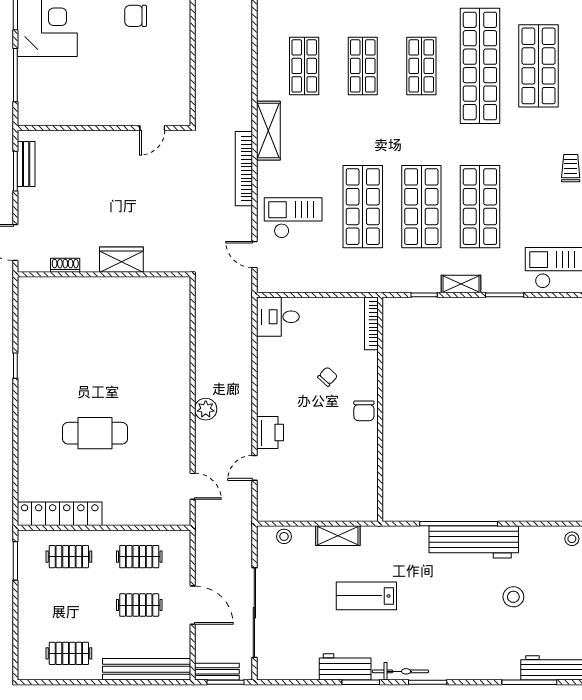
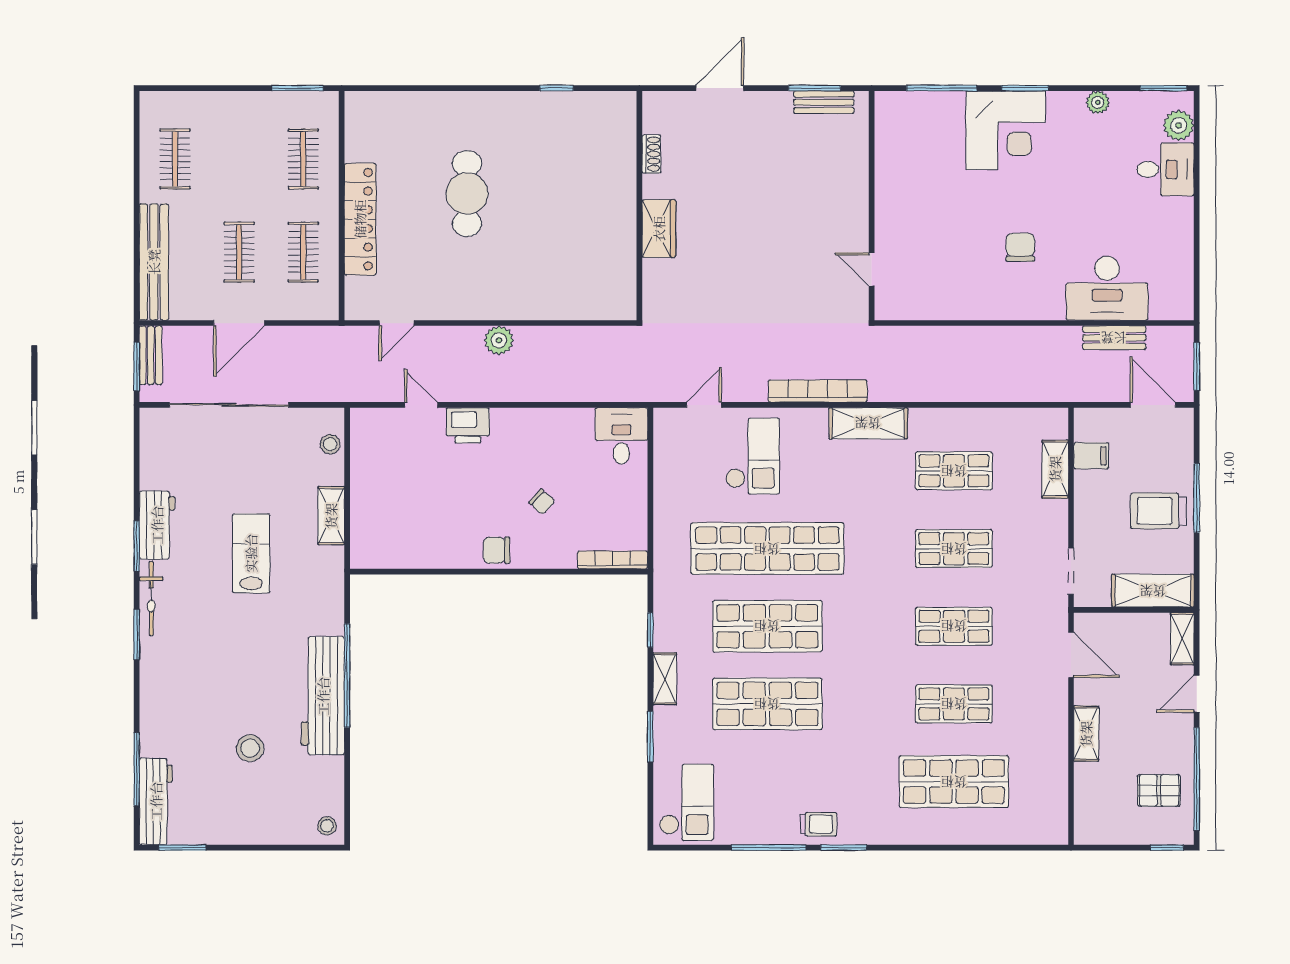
shop shelf: (480, 66) -> (954, 704), width x0.50, depth x0.74
shop shelf: (363, 207) -> (767, 549), width x1.40
wardrobe: (121, 260) -> (659, 229), moved
shoe rack: (65, 265) -> (651, 154), moved
wall: (104, 274) -> (639, 206), moved
locker: (60, 514) -> (360, 219), moved

